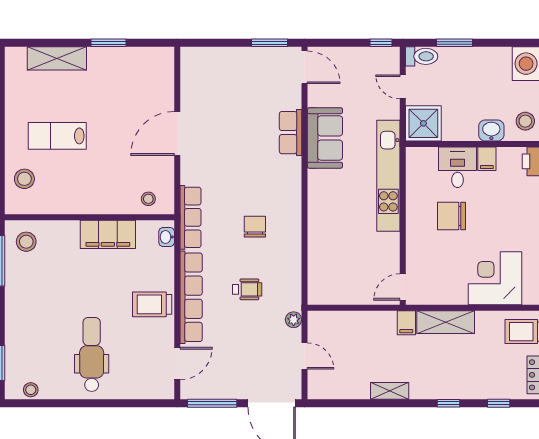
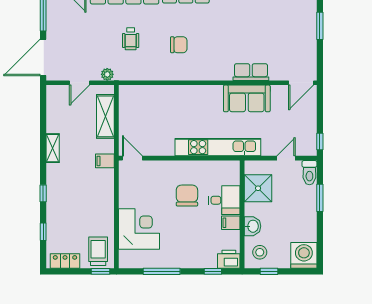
window: (269, 43) -> (320, 26), moved
shower: (423, 123) -> (258, 188), moved
shelving: (446, 322) -> (105, 116), moved

